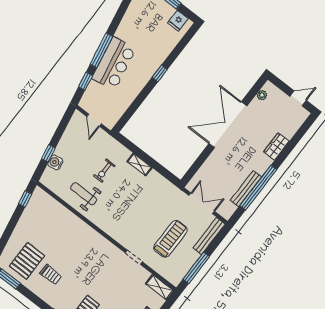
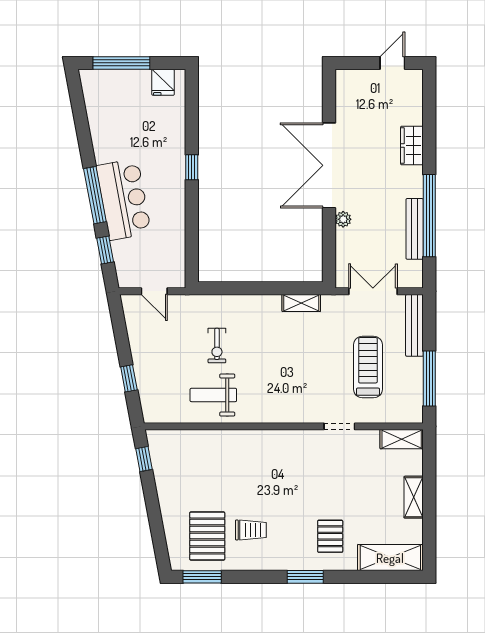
plant: (262, 95) -> (343, 219), moved
water cooler: (55, 162) -> (147, 383), removed
shelving: (139, 165) -> (301, 303), moved

